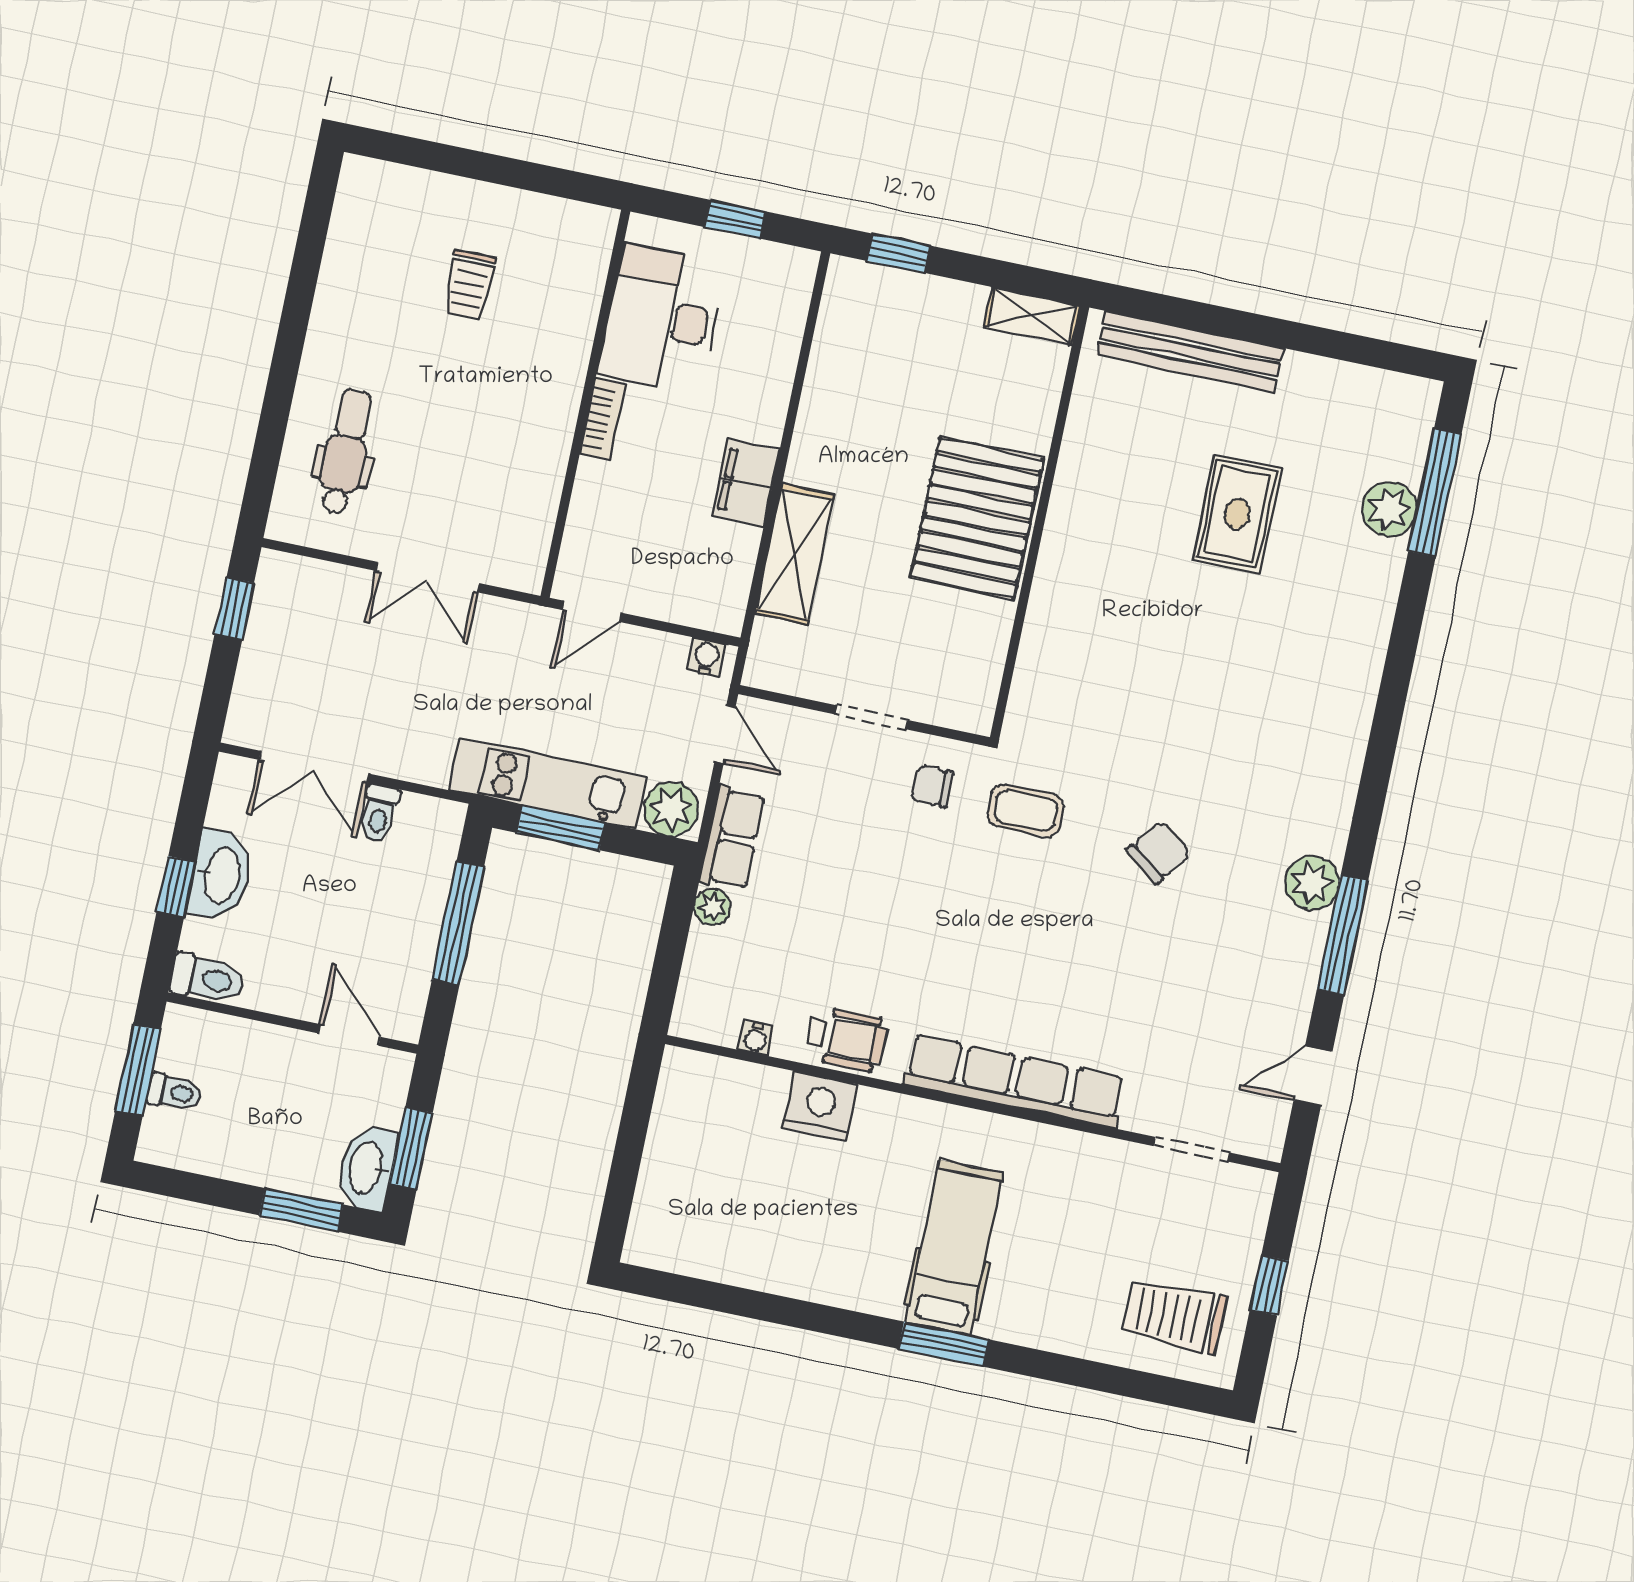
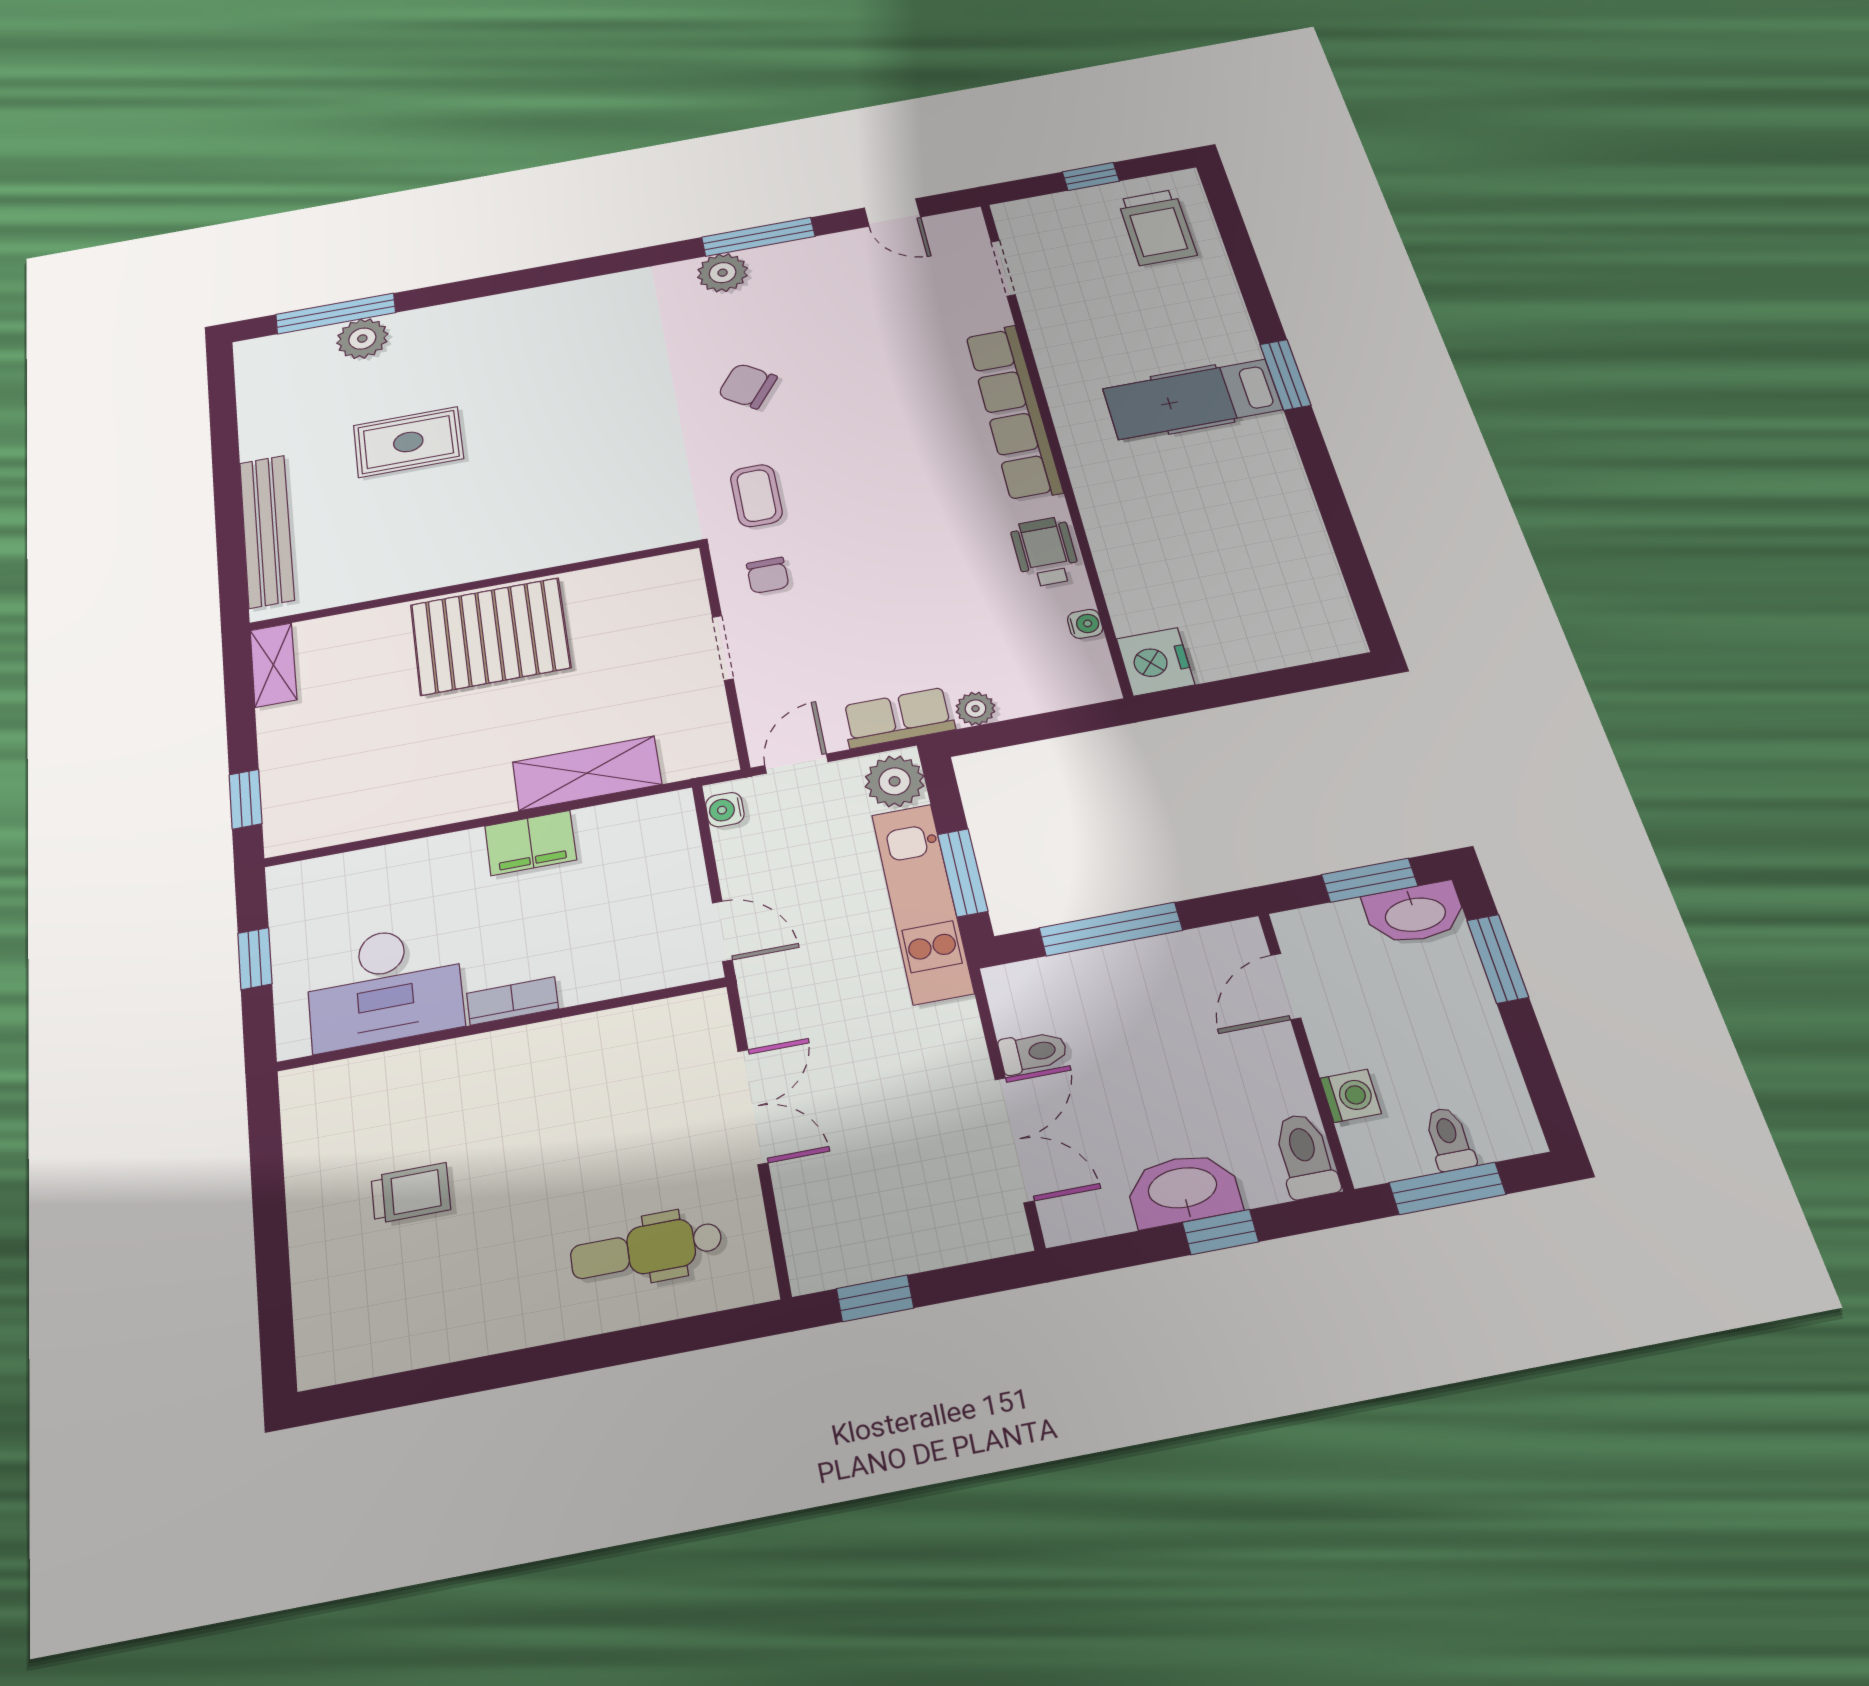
washing machine: (239, 1037) -> (1351, 1096), added
nightstand: (820, 1106) -> (1155, 662), moved

